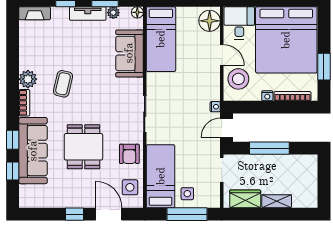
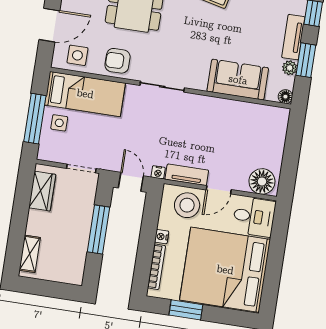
bed: (161, 39) -> (249, 120), removed
tv unit: (214, 83) -> (187, 175), added
shelving: (277, 201) -> (30, 254), moved

